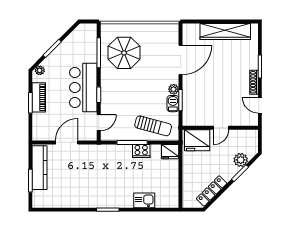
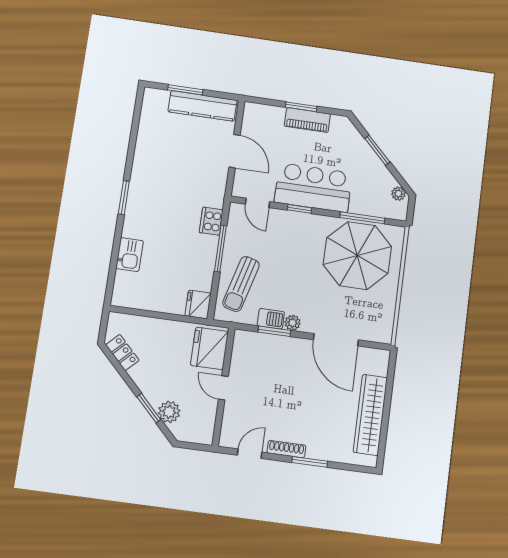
parasol: (124, 53) -> (357, 256), width x1.36, depth x1.36
plant: (40, 70) -> (399, 194), moved
cooker: (141, 151) -> (211, 221), moved
locker: (212, 191) -> (122, 353), width x0.66

